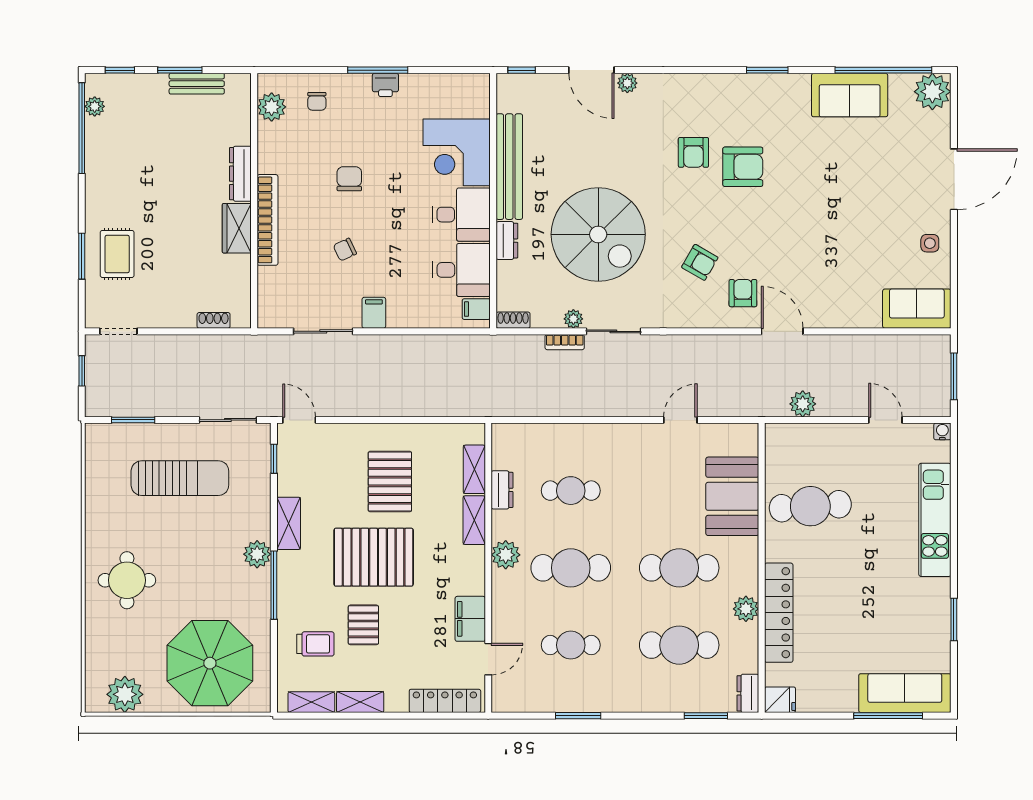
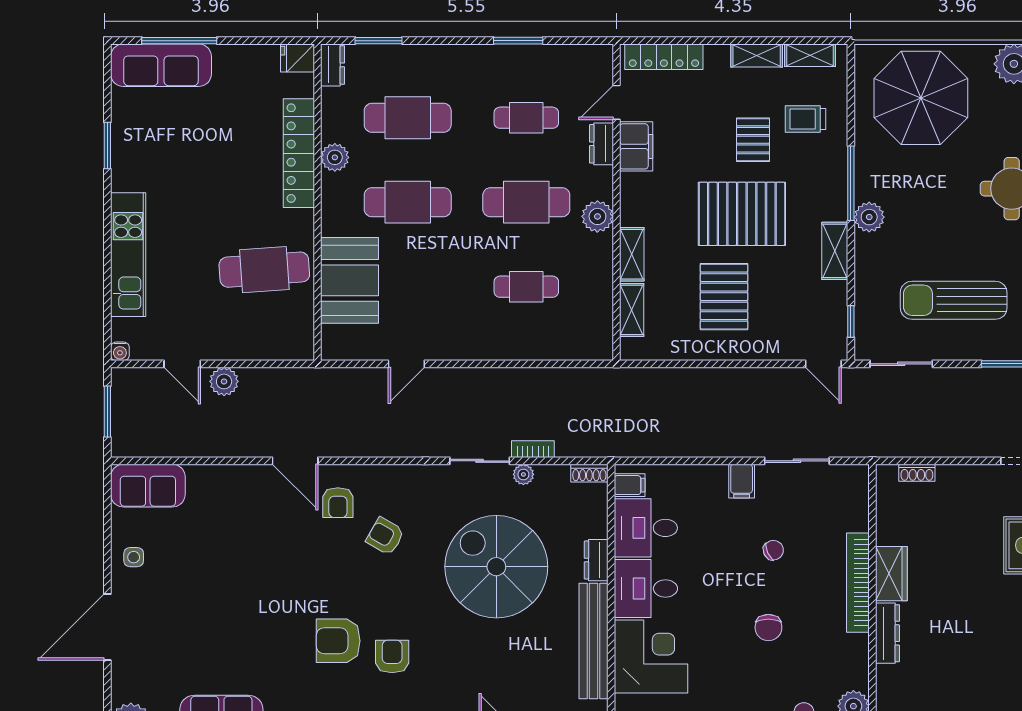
plant: (803, 404) -> (224, 381), moved
dresser: (502, 490) -> (601, 144), moved

